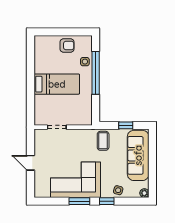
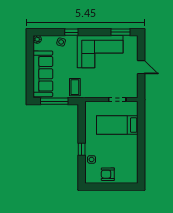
window: (96, 73) -> (82, 149), width x0.32
bed: (57, 84) -> (117, 125), moved
window: (126, 125) -> (54, 101), width x2.17
window: (79, 201) -> (120, 32), moved

